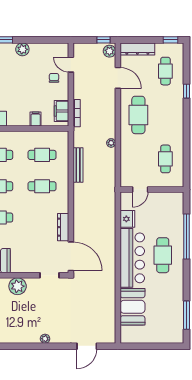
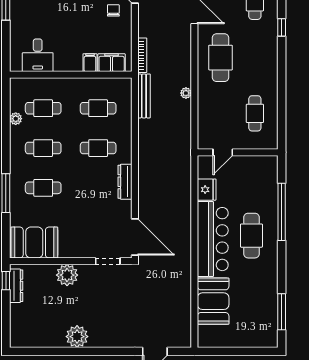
filing cabinet: (61, 111) -> (112, 63), moved, turned 90
bench: (78, 165) -> (144, 96), moved
dresser: (63, 227) -> (125, 182), moved
plant: (45, 339) -> (77, 337), moved, width x1.88, depth x1.88

